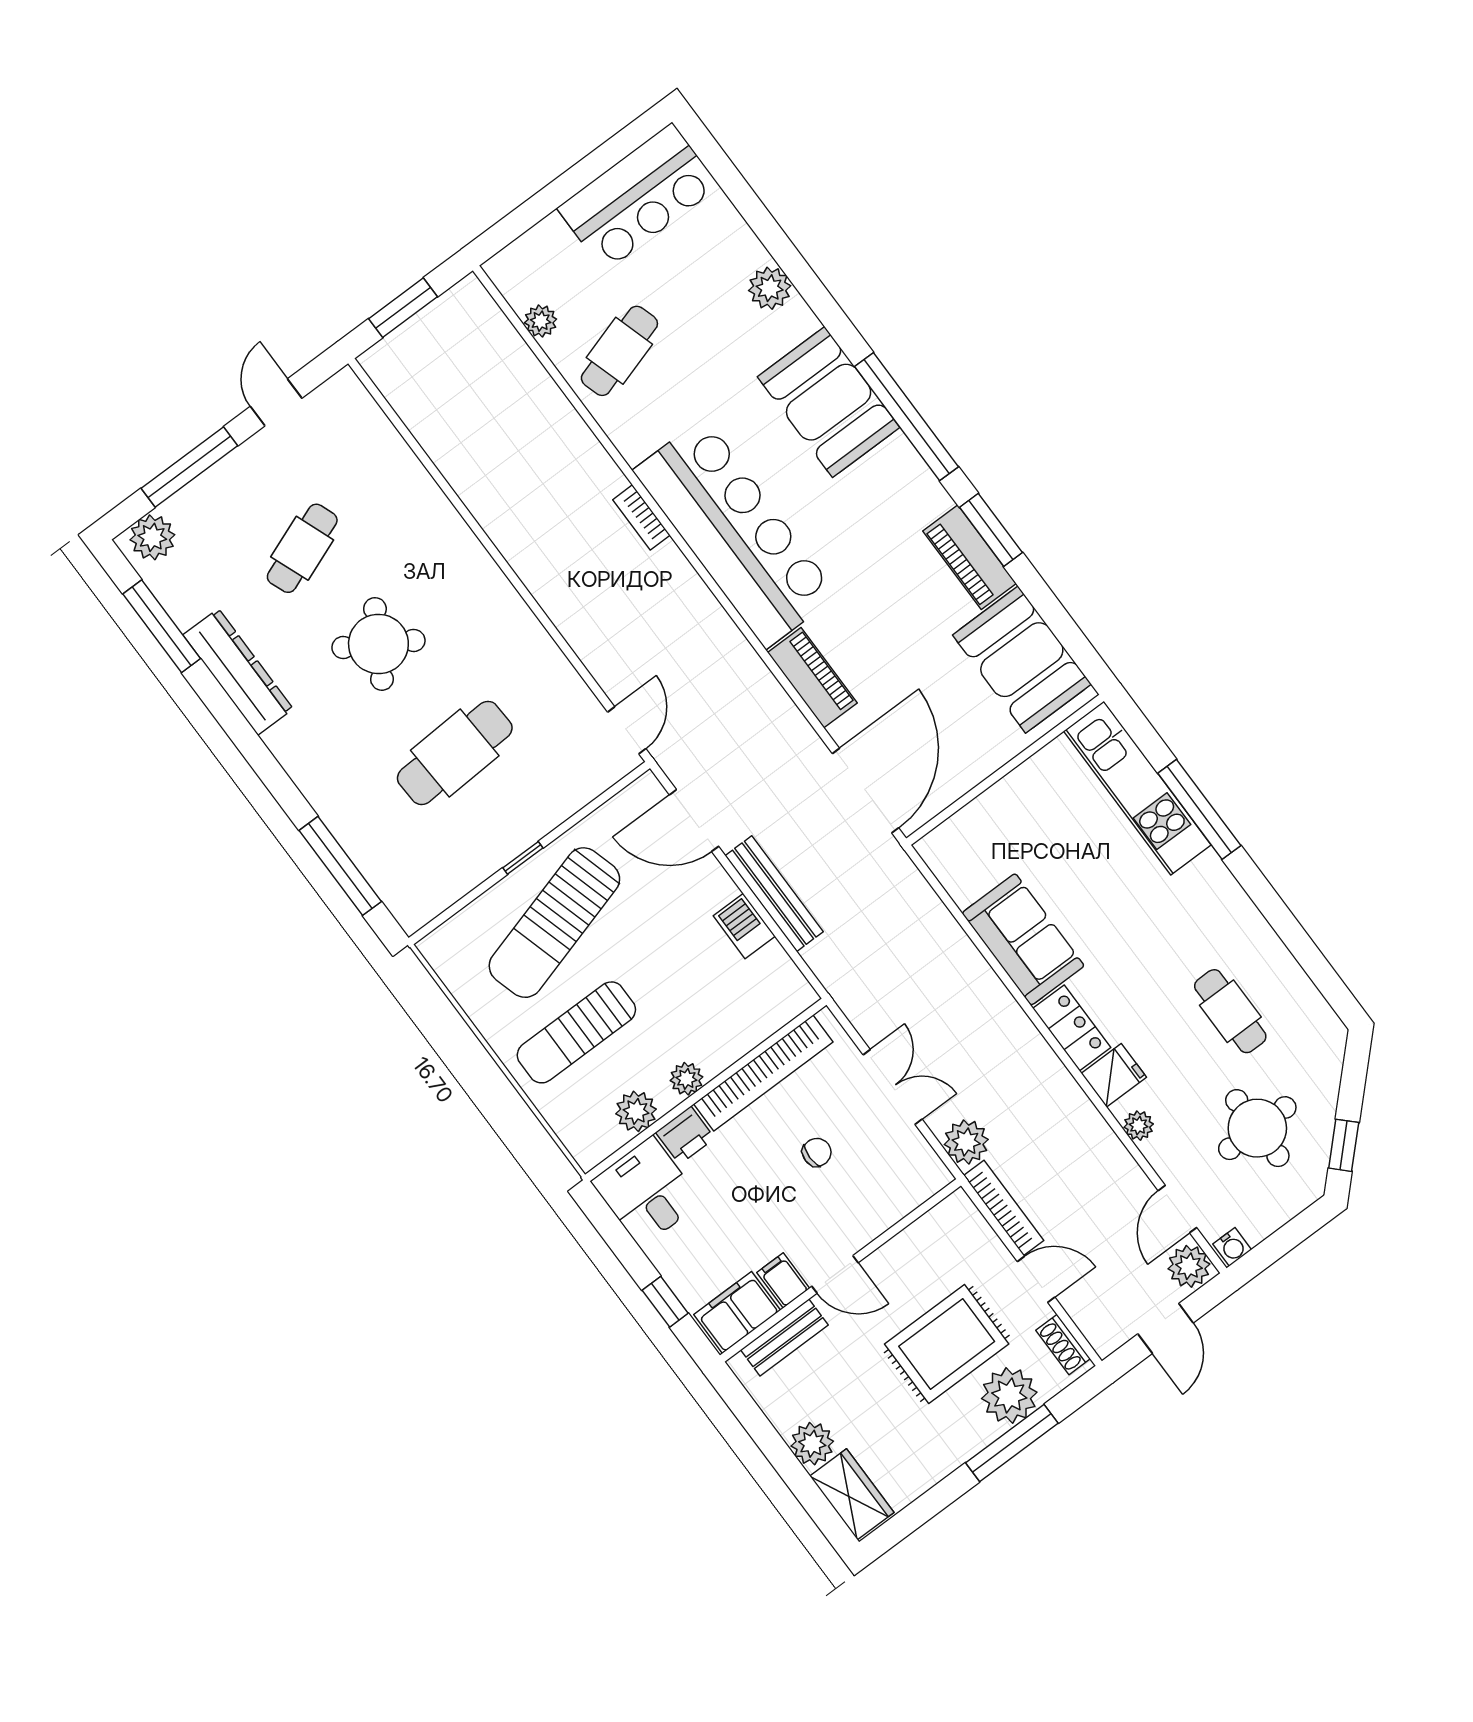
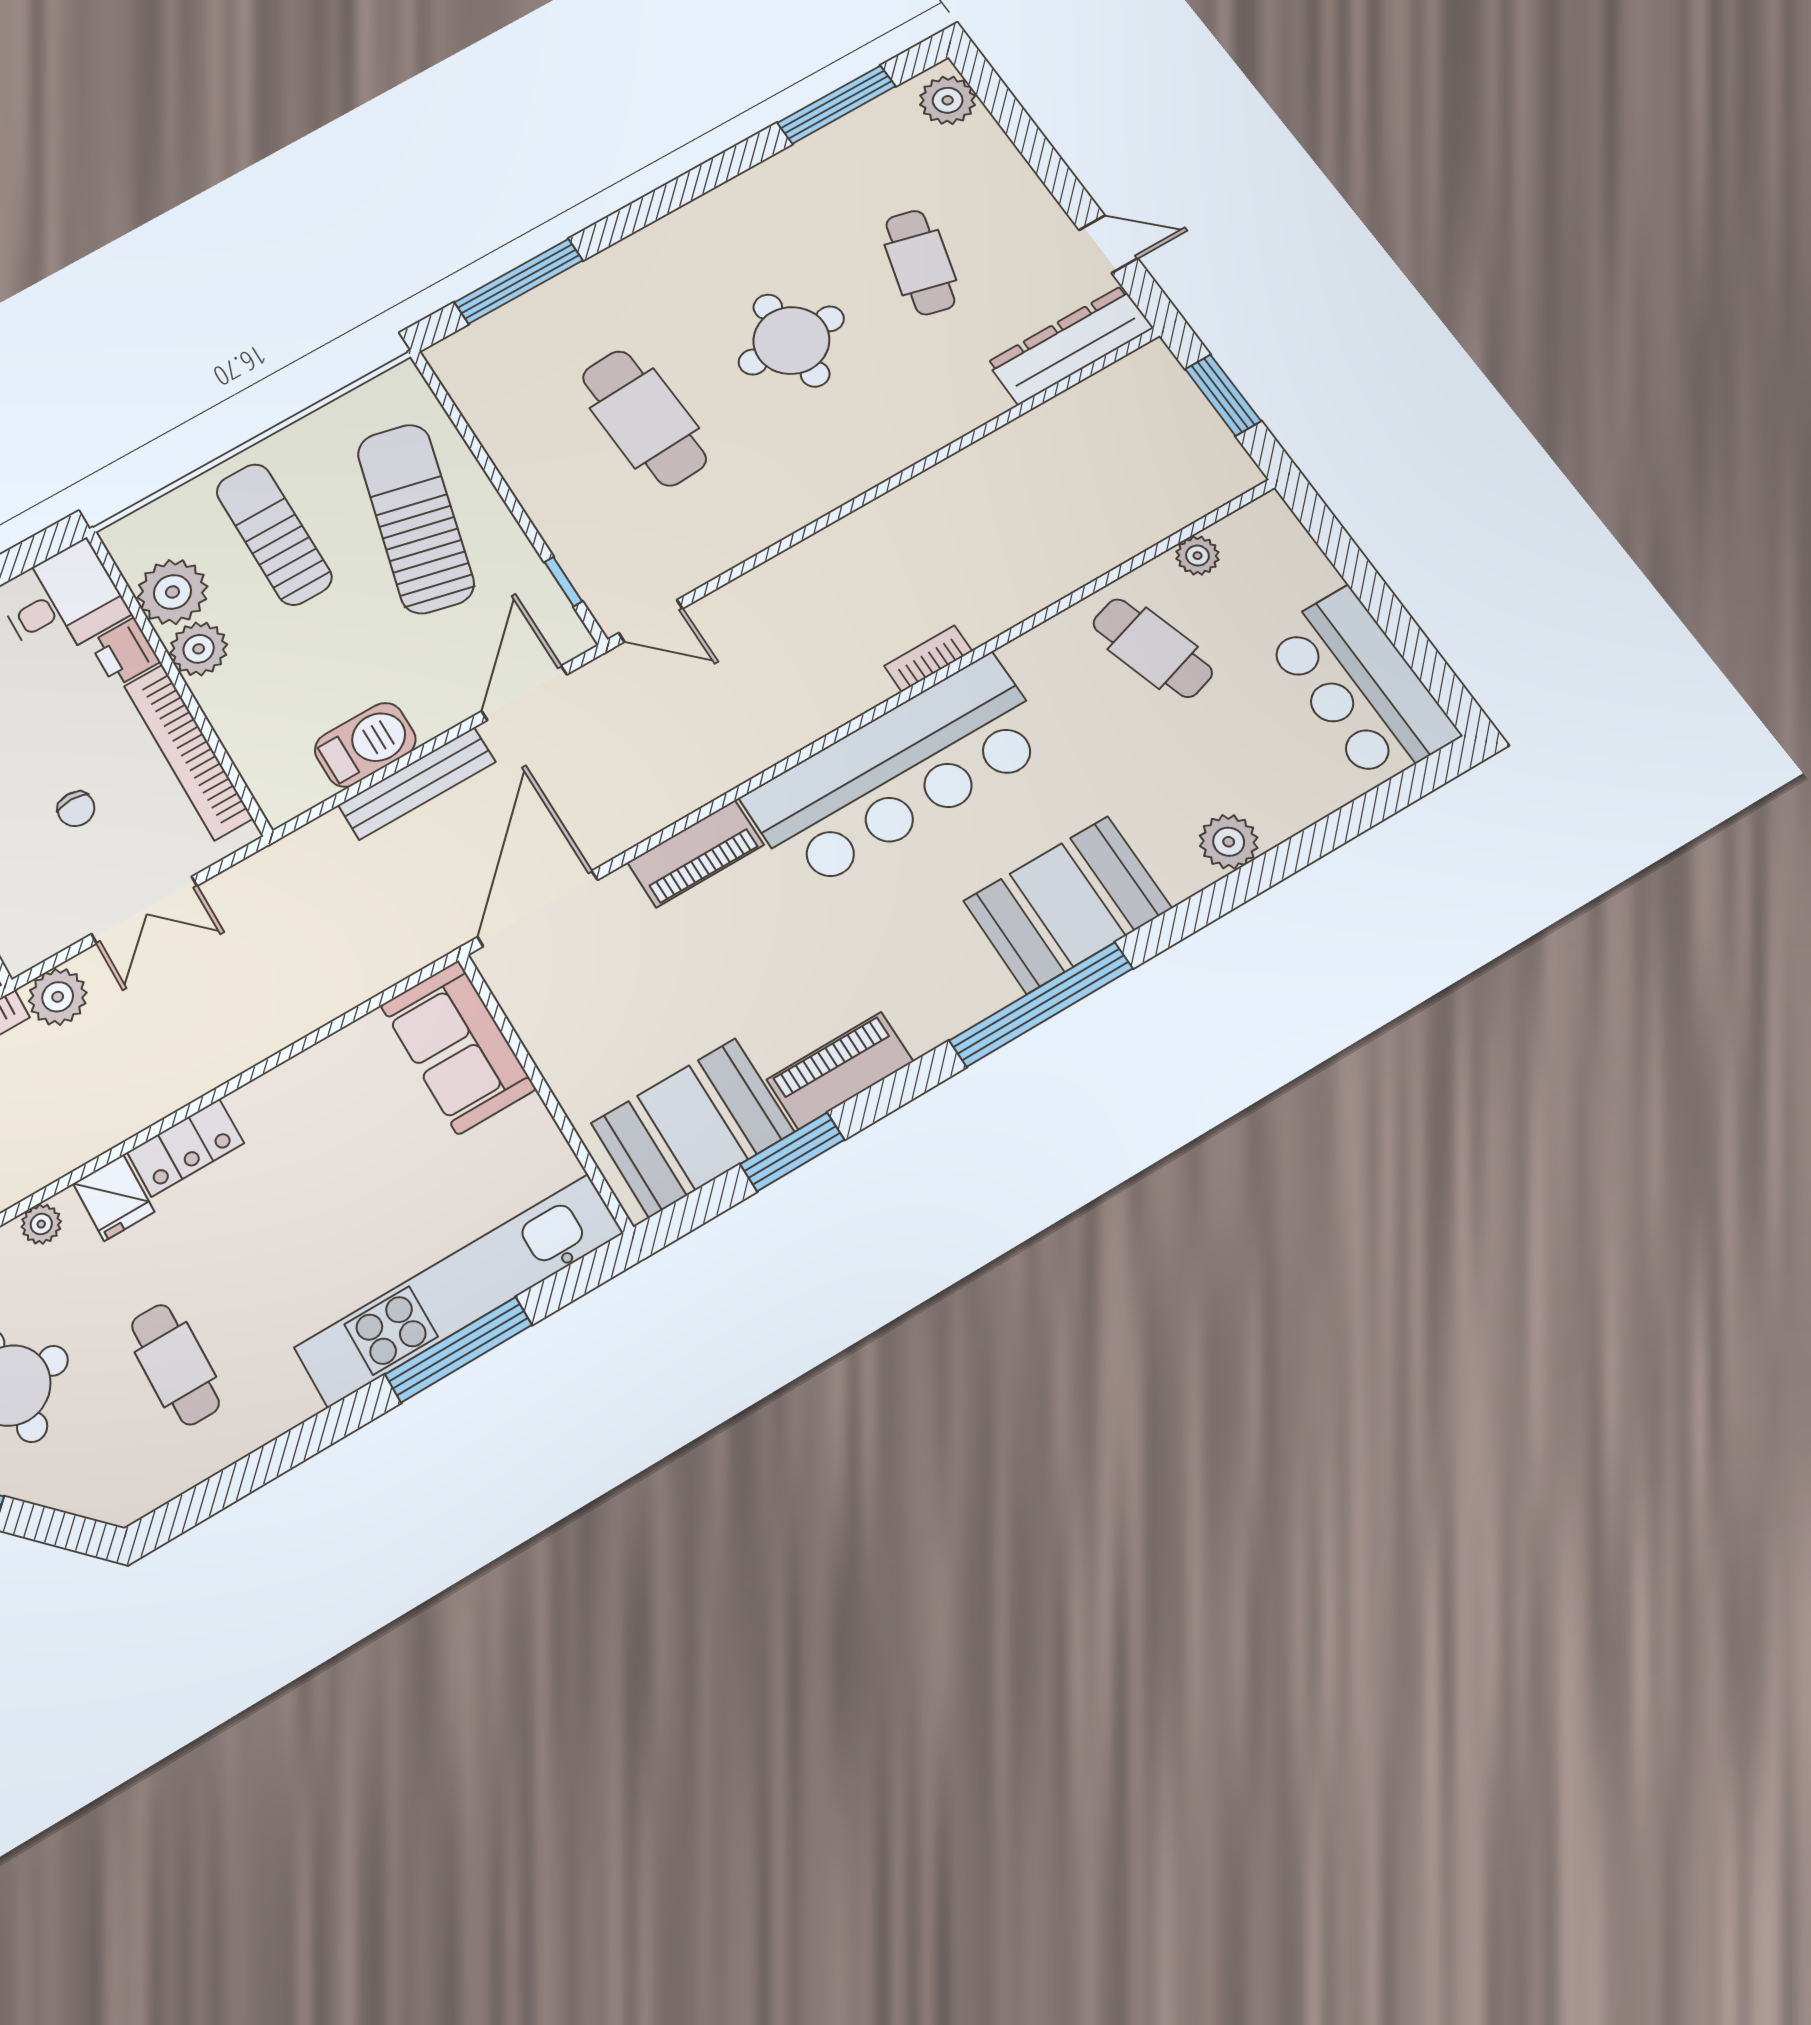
window: (189, 467) -> (1033, 145), removed
window: (991, 530) -> (792, 1152), moved
cafe table: (302, 548) -> (920, 262), turned 36
round table: (378, 644) -> (791, 340), turned -31
dresser: (238, 672) -> (1070, 345), moved, turned 180
kitchen unit: (1137, 788) -> (459, 1290), width x1.36
door: (866, 791) -> (538, 909), swing flipped
window: (523, 858) -> (563, 582), moved
sun lounger: (554, 923) -> (416, 518), turned 30
barbecue: (744, 926) -> (365, 745), width x1.38, depth x1.27
sofa: (1023, 939) -> (458, 1047), moved, turned 90
cafe table: (1230, 1011) -> (175, 1364), turned 90
plant: (686, 1079) -> (199, 649), width x1.38, depth x1.38
plant: (636, 1111) -> (172, 592), width x1.36, depth x1.36

